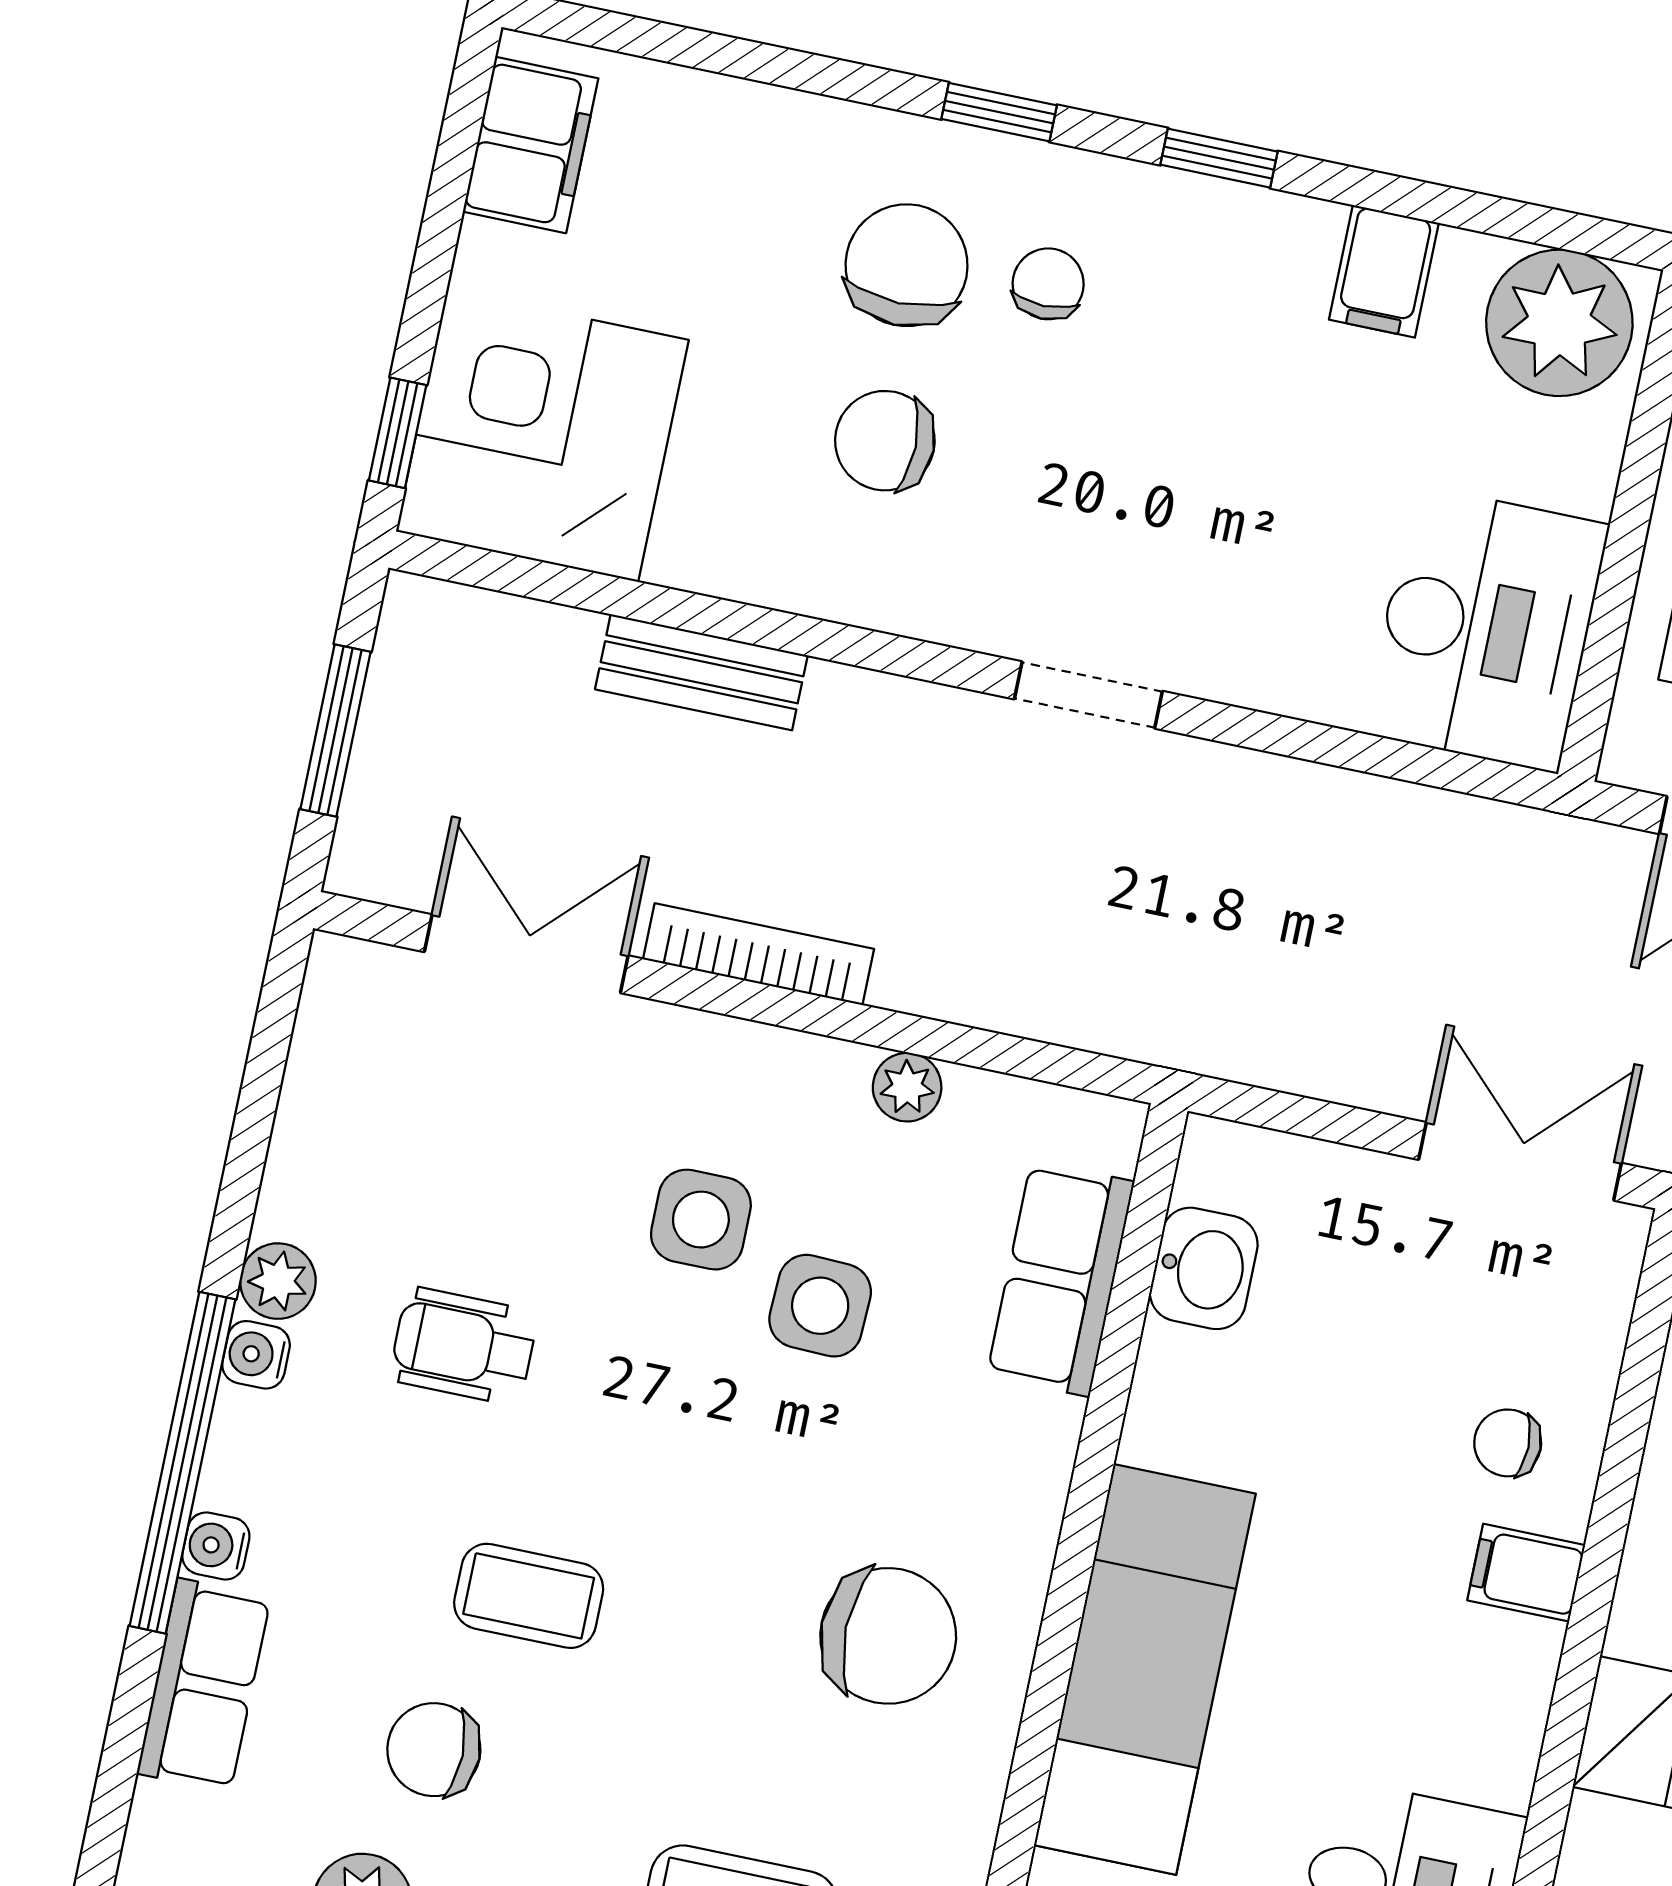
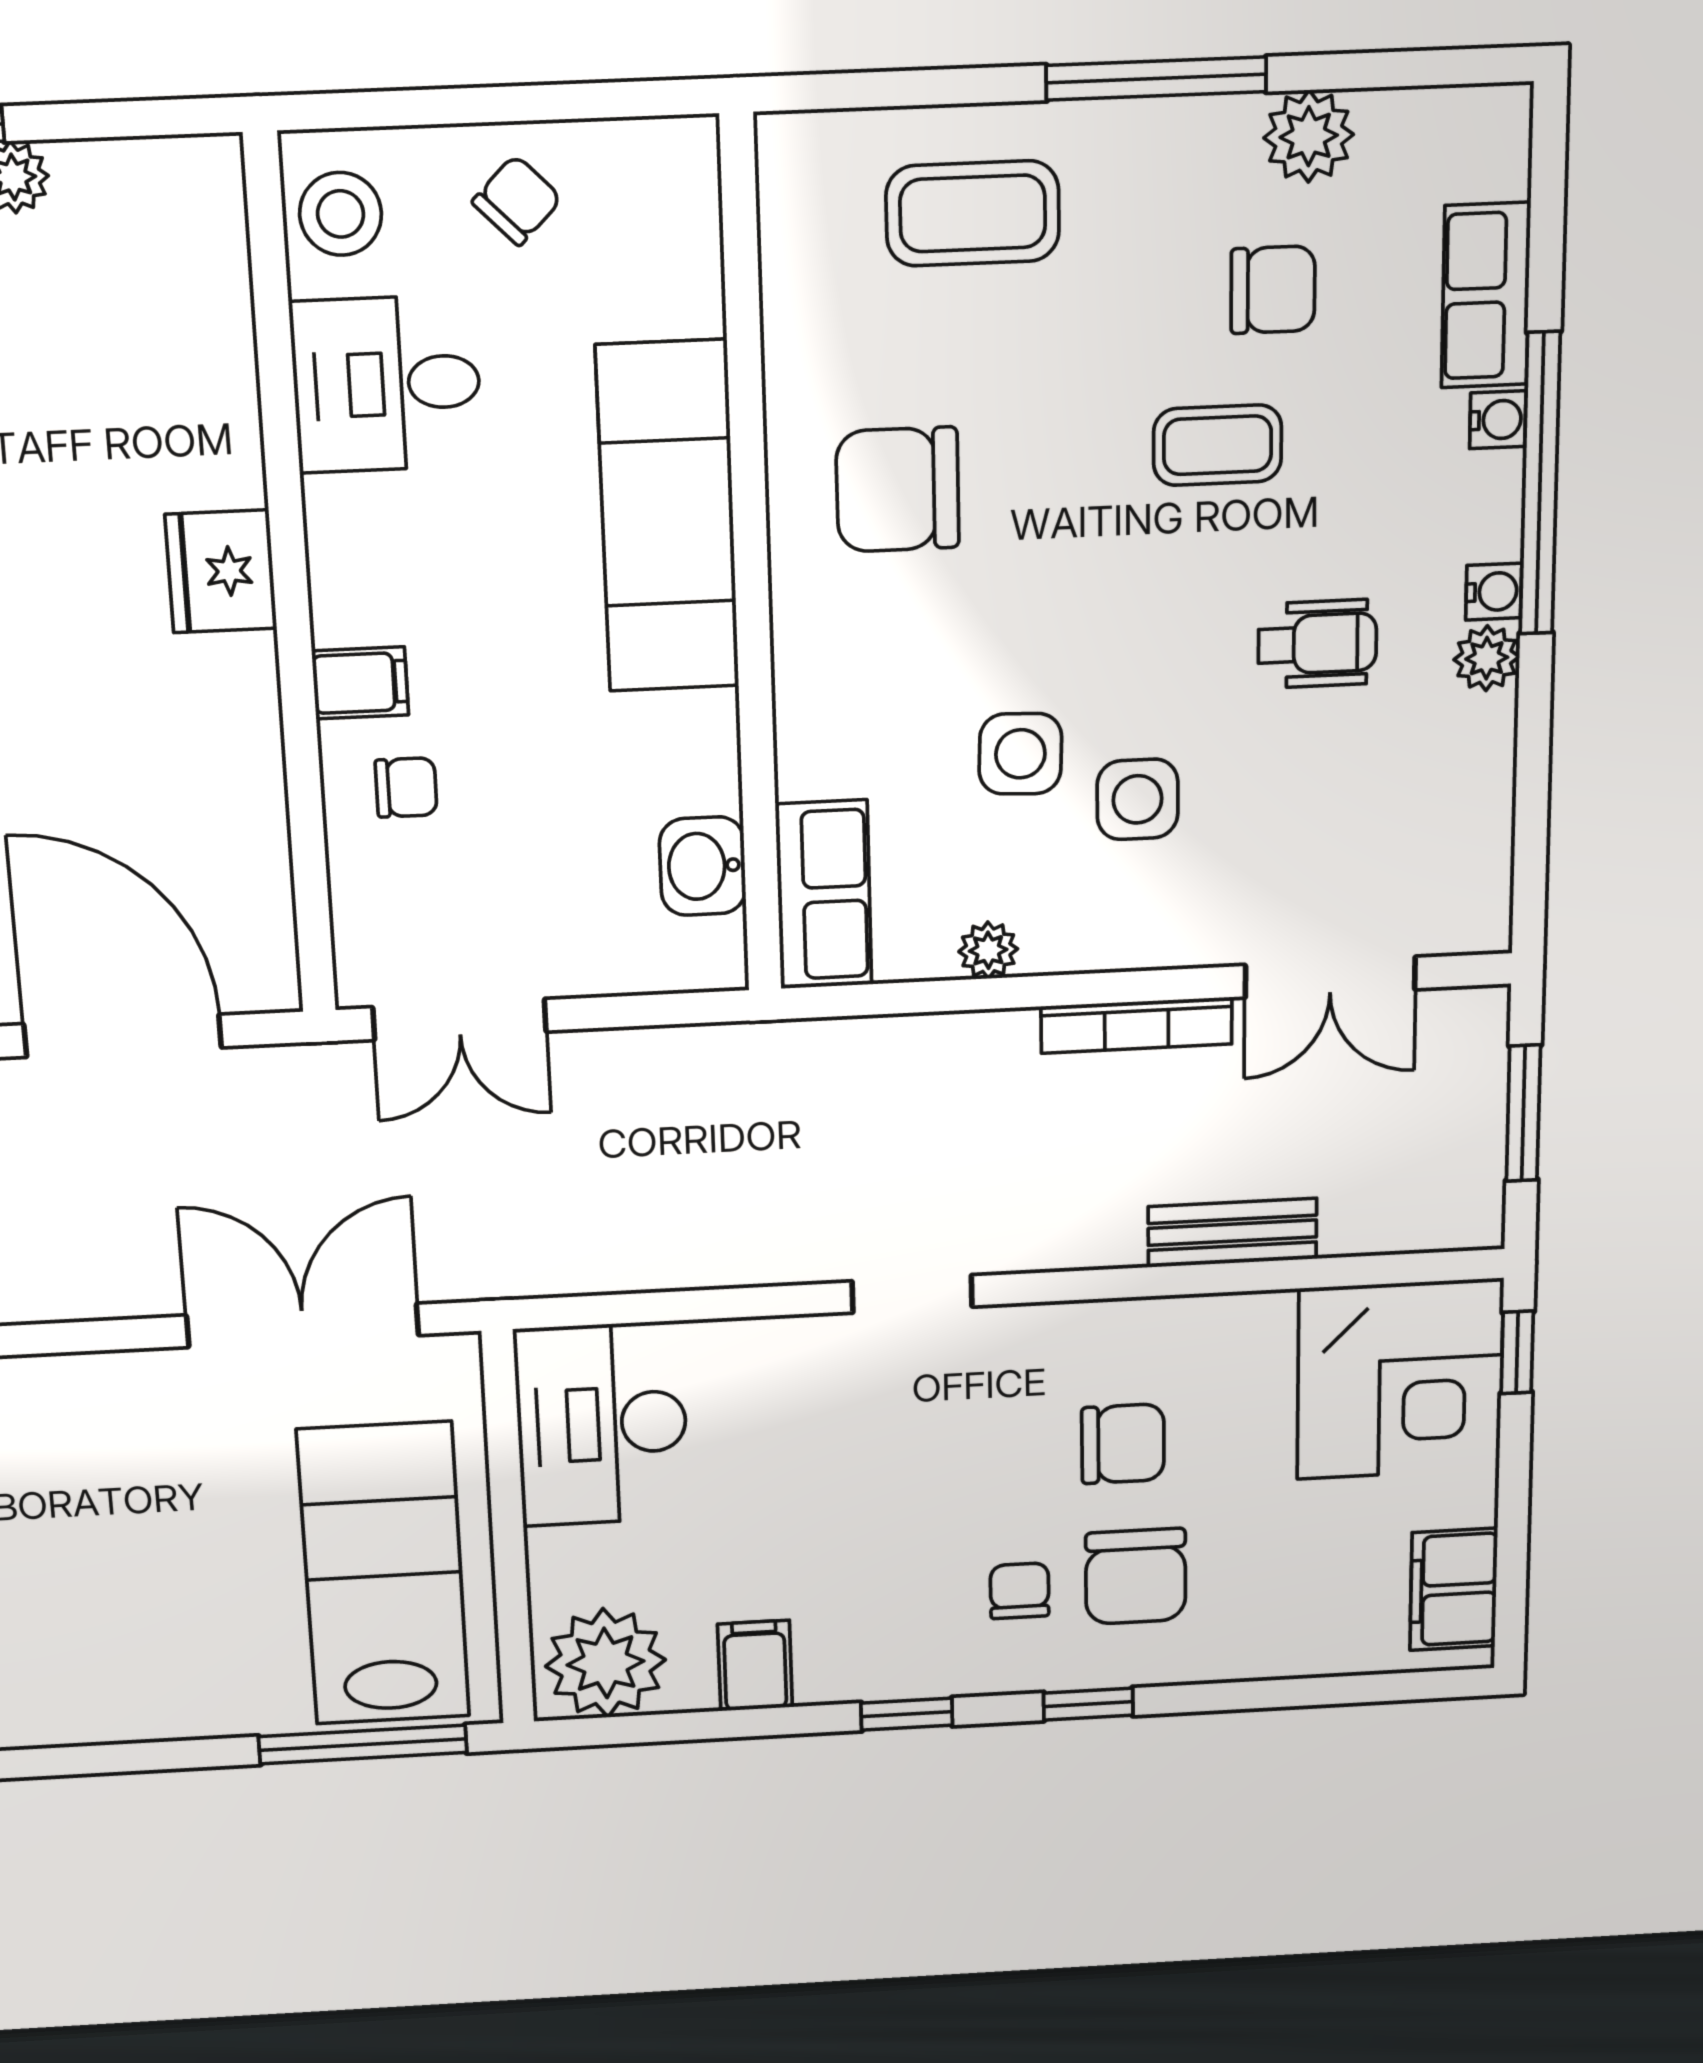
chair: (1048, 284) -> (1020, 1591), turned 180
row of seats: (1060, 1279) -> (824, 895), moved

